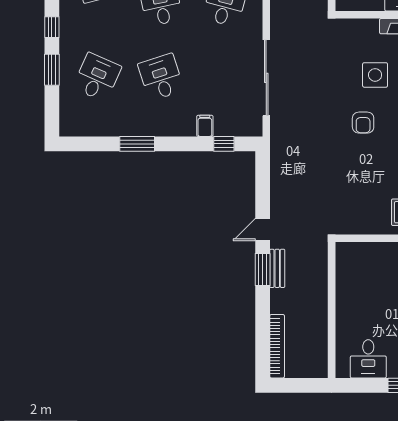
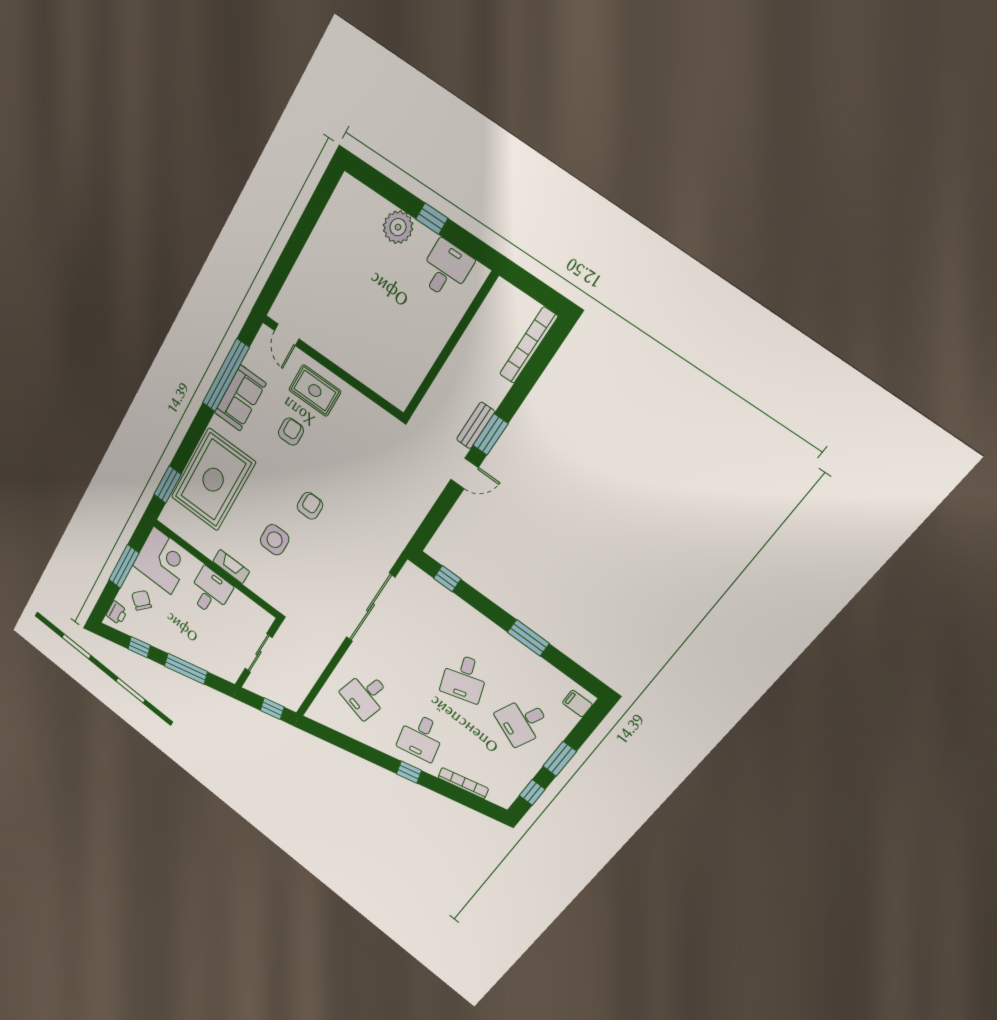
filing cabinet: (205, 126) -> (577, 704), moved, turned 90

